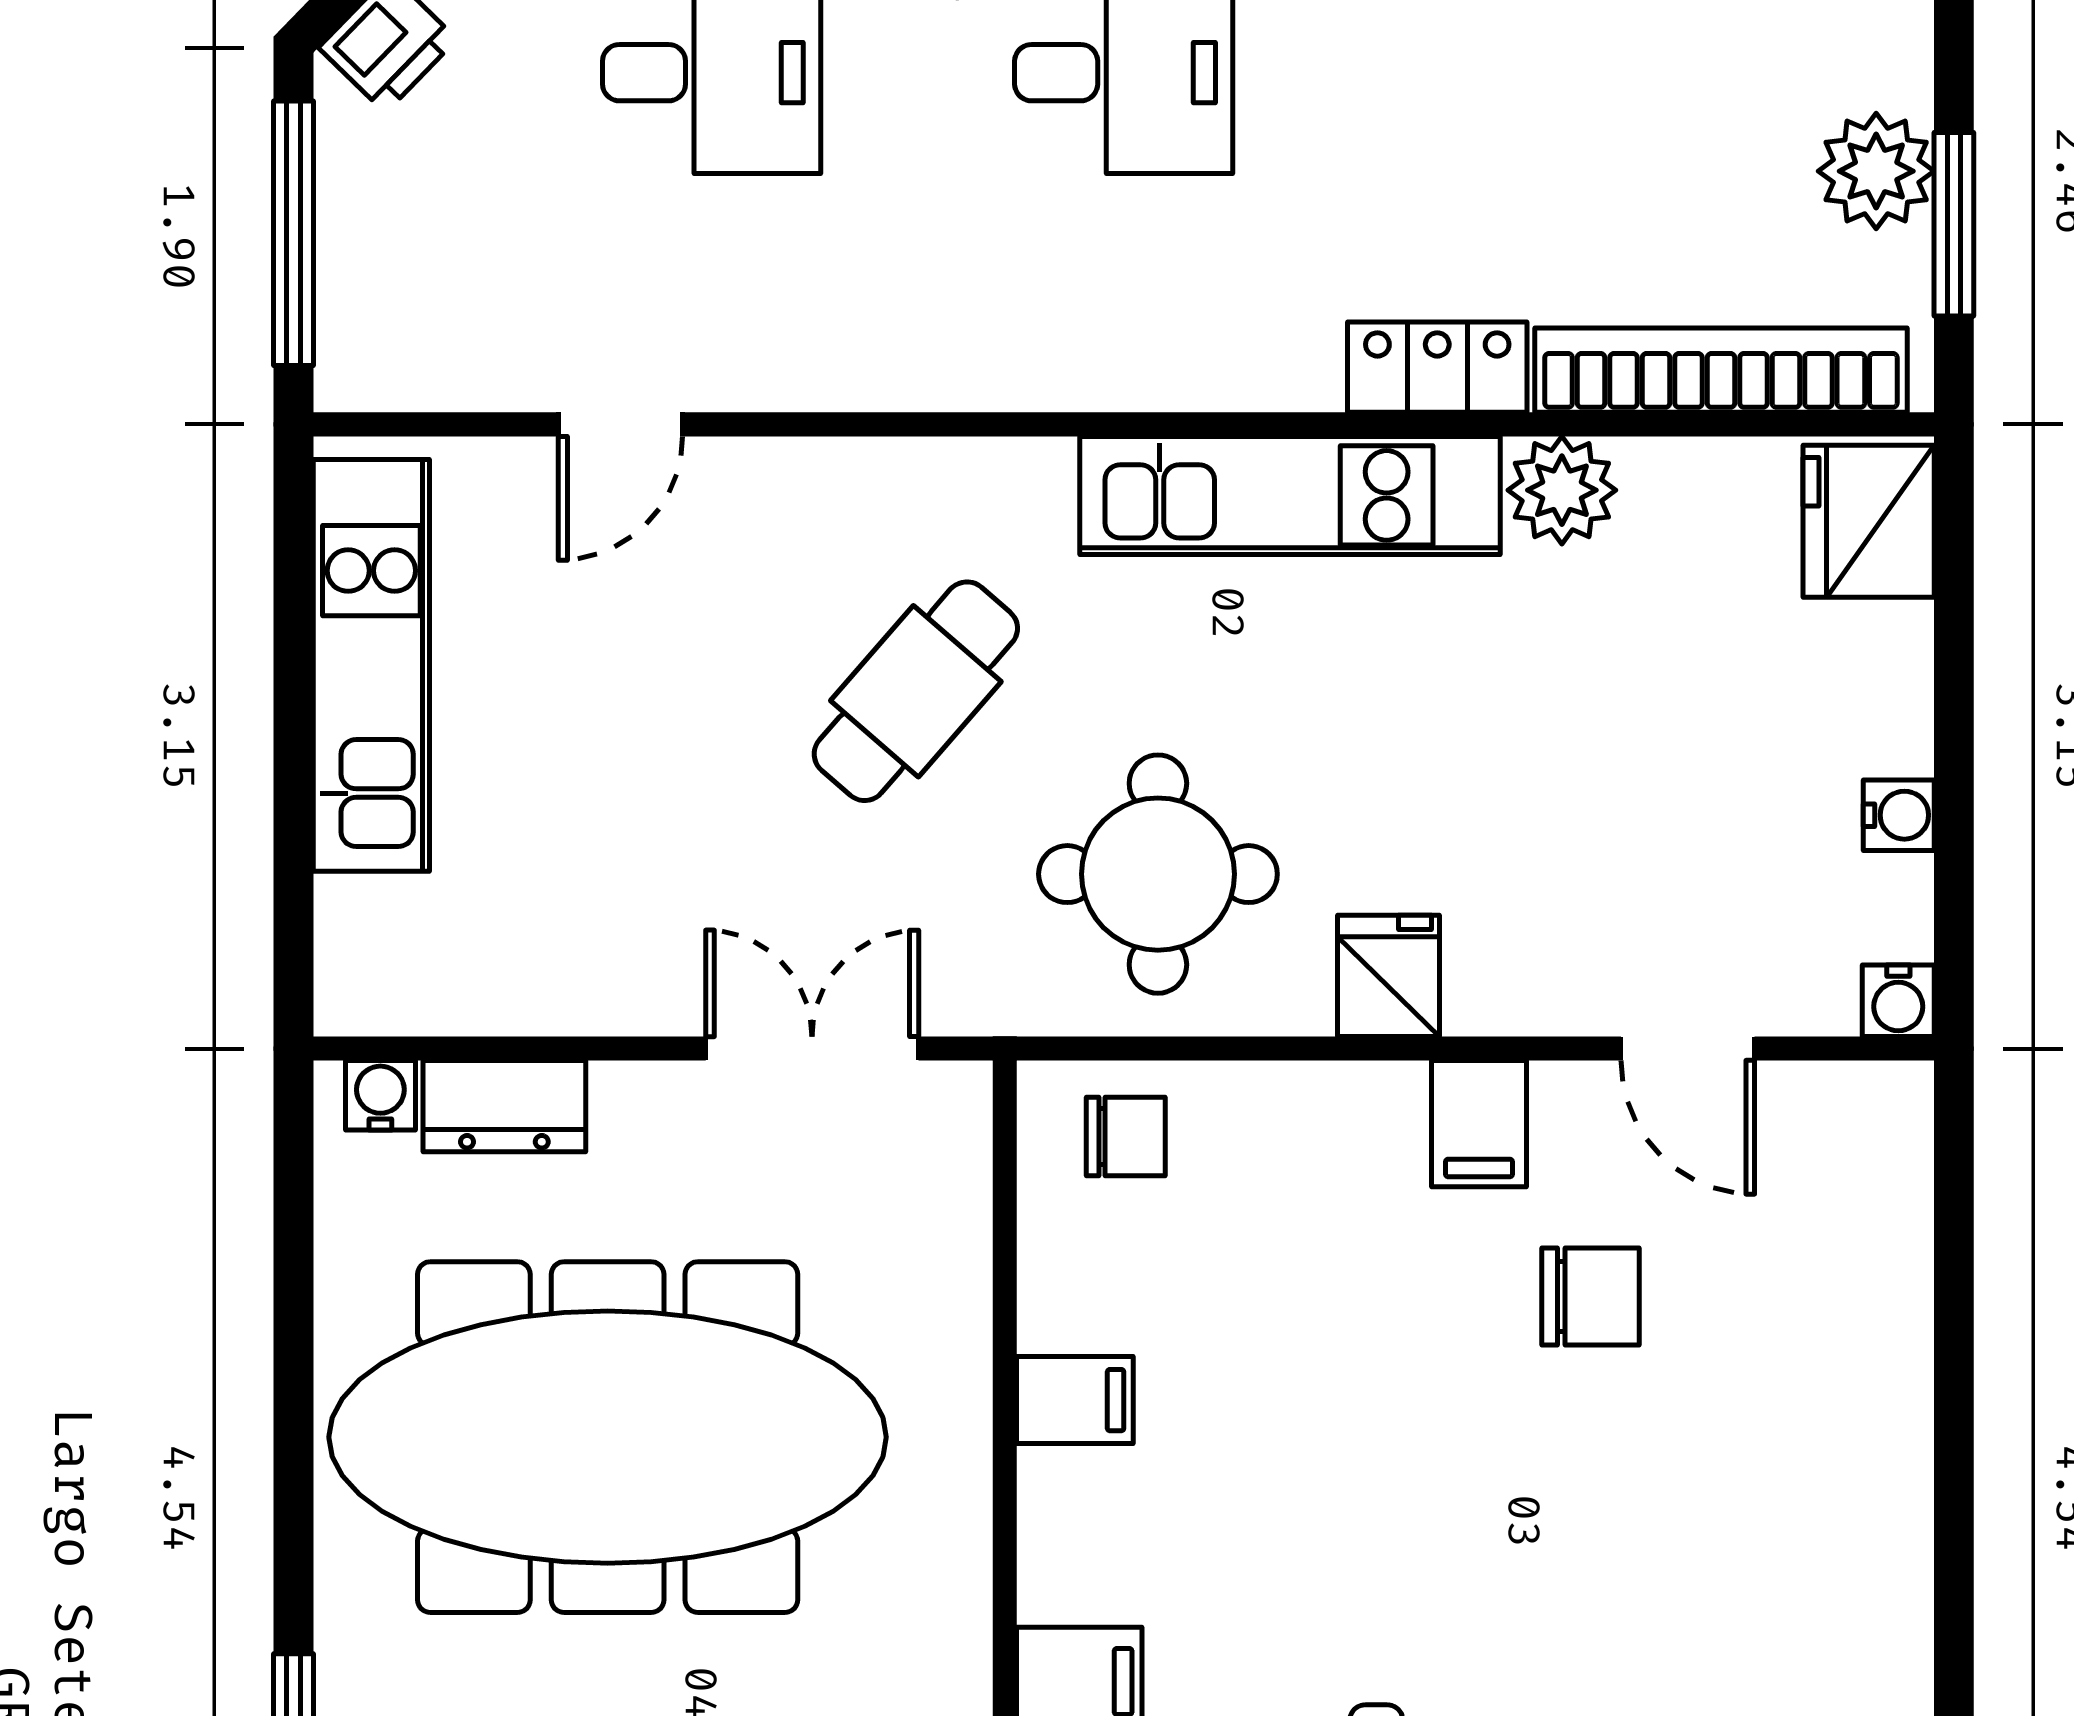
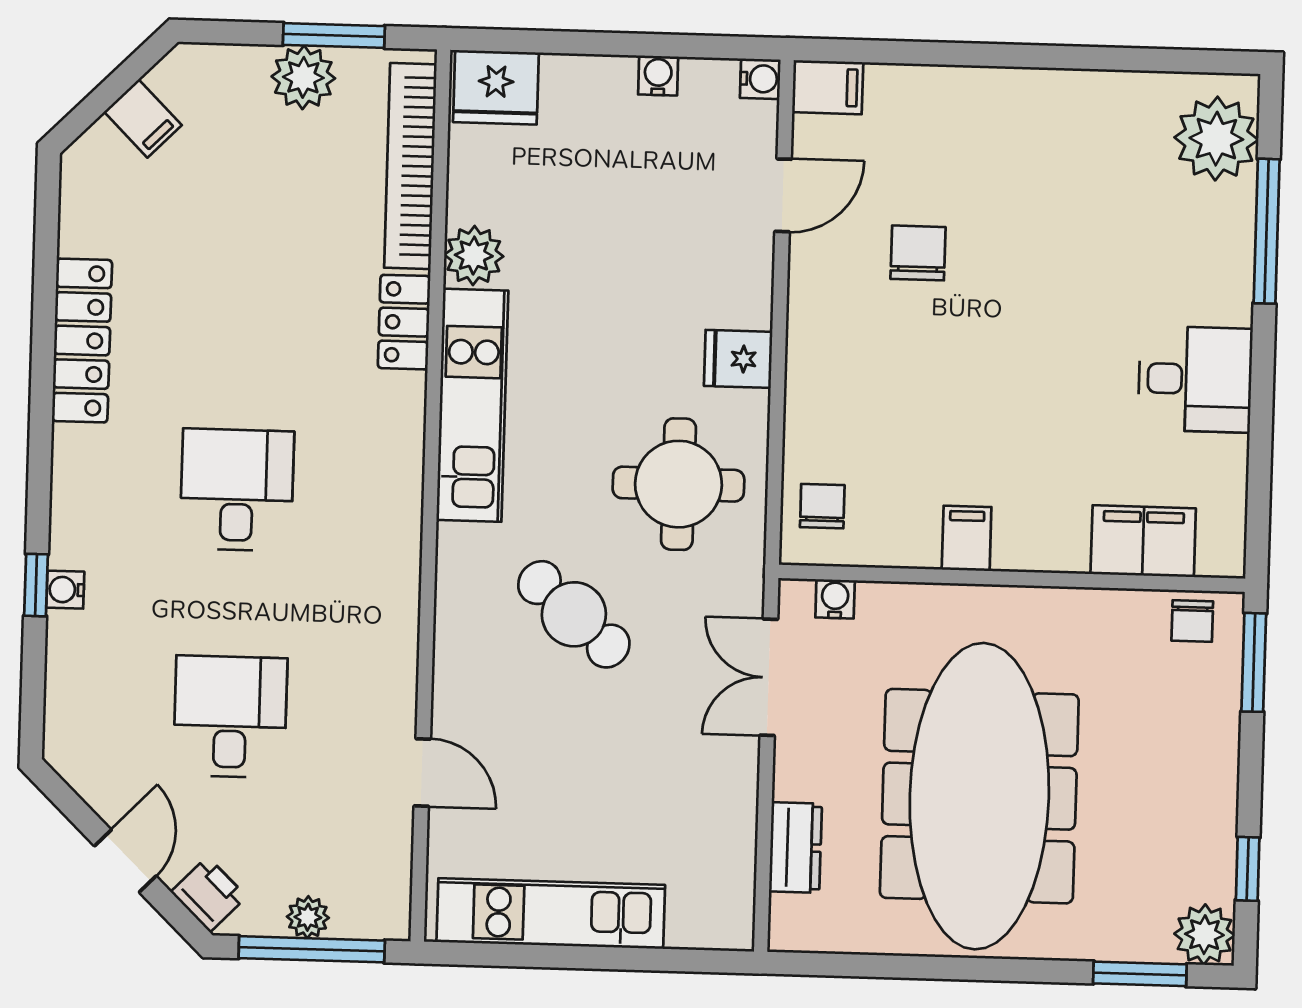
plant: (352, 225) -> (308, 917), added
water cooler: (380, 1095) -> (835, 599), moved, turned 90
filing cabinet: (1479, 1124) -> (828, 87), moved

